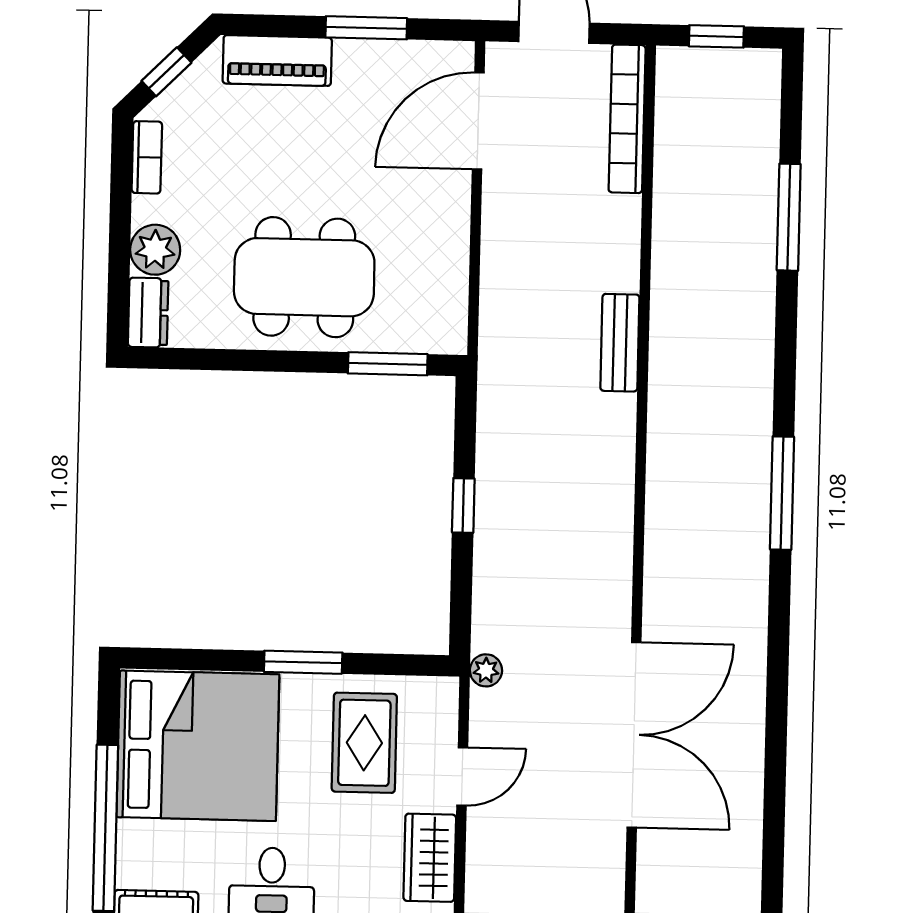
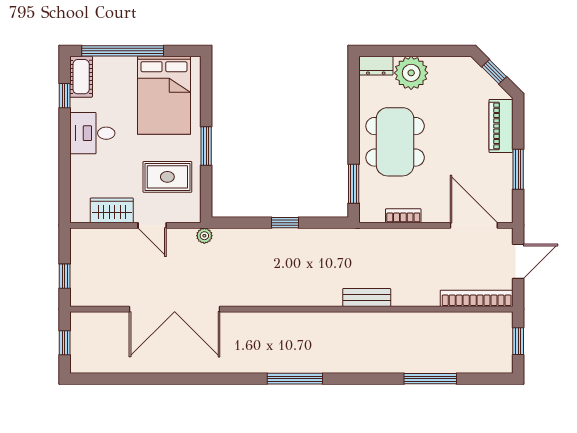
bookcase: (147, 157) -> (403, 216), moved, turned 180
plant: (155, 250) -> (411, 73), width x1.36, depth x1.36
bed: (198, 746) -> (164, 95), width x0.73

